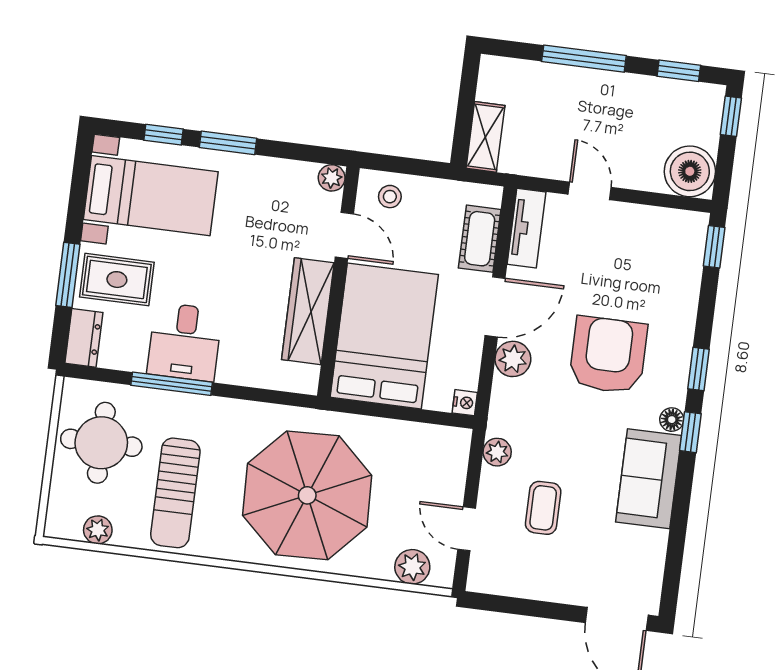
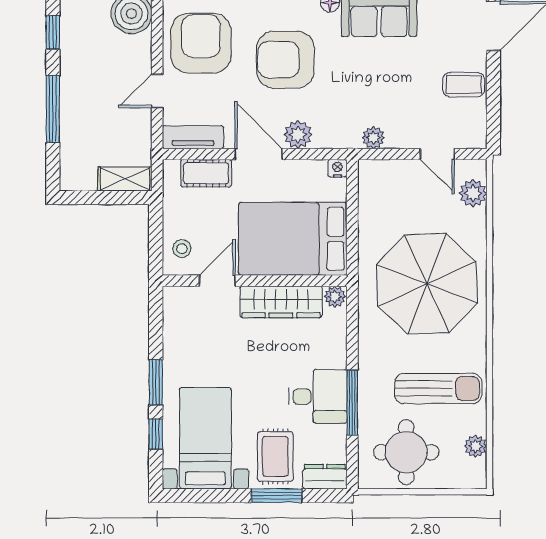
plant: (332, 178) -> (335, 297), moved
armchair: (642, 253) -> (201, 43), added
coffee table: (543, 508) -> (464, 85), moved
door: (467, 529) -> (437, 154), hinge flipped

